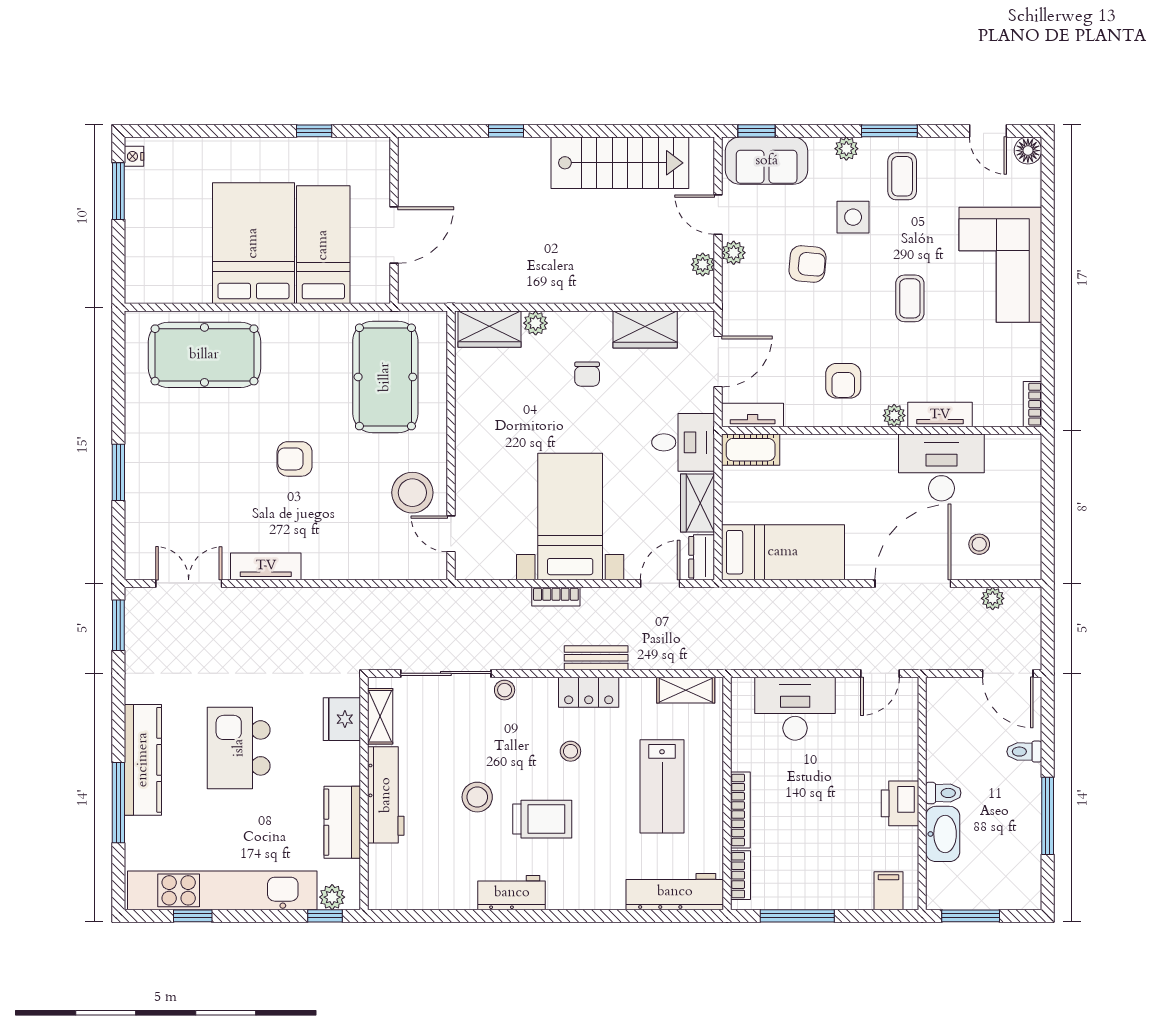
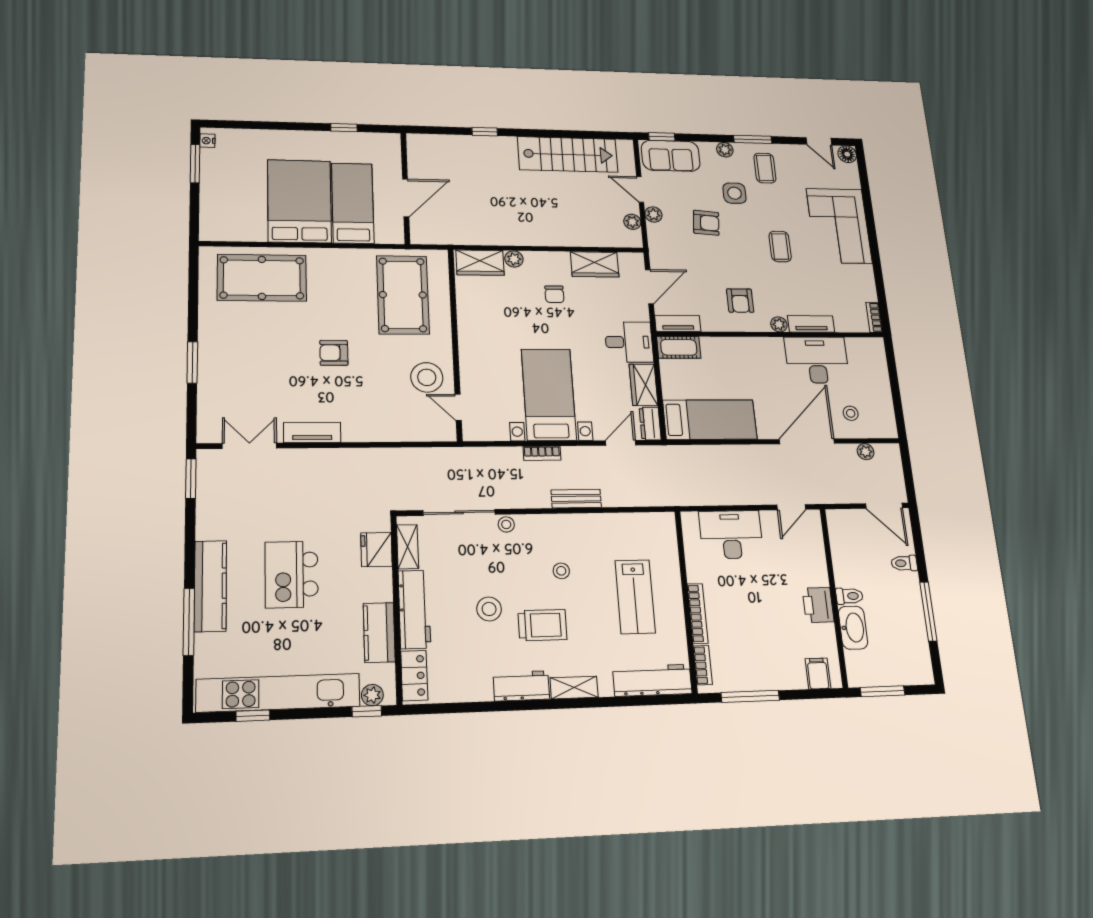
shelving: (686, 690) -> (574, 688), moved
locker: (589, 692) -> (414, 676), moved, turned -90

